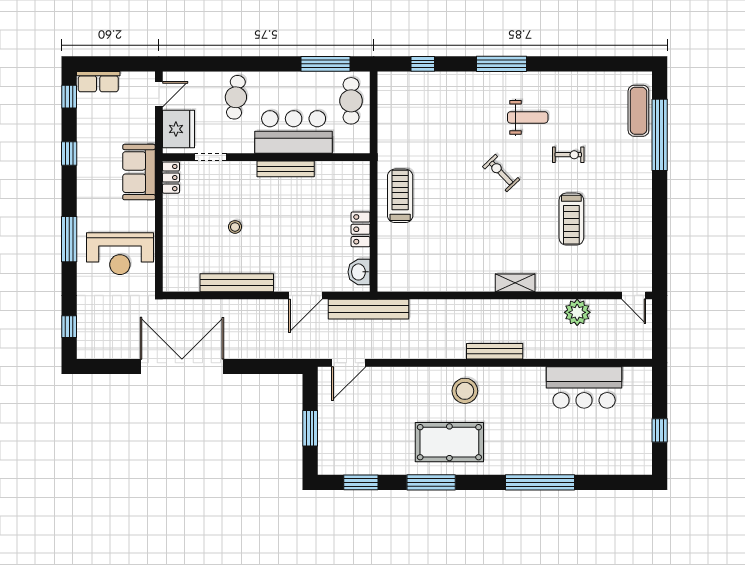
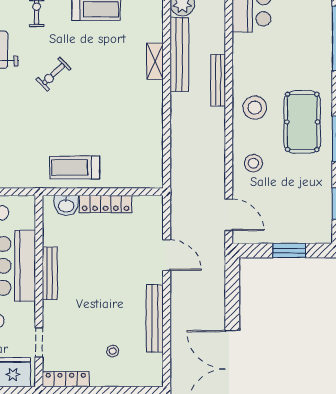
locker: (171, 178) -> (66, 379), width x1.53
stool: (235, 227) -> (113, 351), moved
locker: (361, 229) -> (106, 204), width x1.53
washbasin: (359, 272) -> (66, 205), moved
bench: (369, 309) -> (179, 55), moved
stool: (405, 389) -> (253, 163), added

